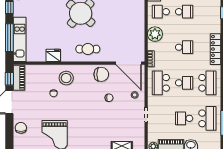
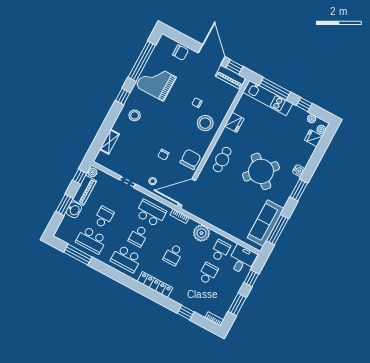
school desk: (184, 12) -> (208, 273), turned 180
chair: (101, 74) -> (190, 159), turned 180
stool: (90, 137) -> (135, 115), added

